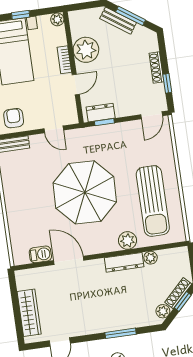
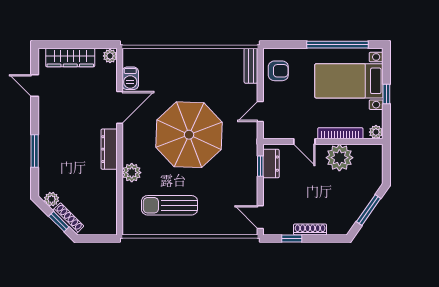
bench: (118, 21) -> (365, 196), removed
bookcase: (64, 60) -> (340, 133), width x1.56
sun lounger: (153, 201) -> (170, 205), width x0.73, depth x0.75
plant: (151, 258) -> (110, 56), moved
dresser: (124, 262) -> (109, 149), moved

